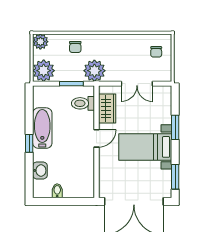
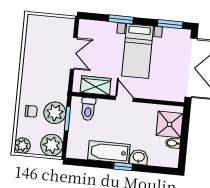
chair: (156, 52) -> (44, 31), removed
plant: (94, 71) -> (55, 113), moved
washbasin: (40, 170) -> (139, 157), moved
shower: (75, 186) -> (170, 124), added

